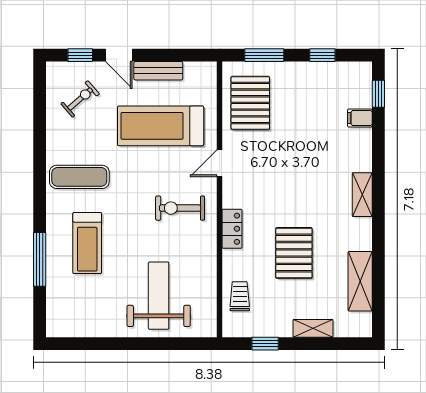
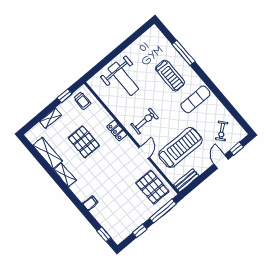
door: (119, 55) -> (221, 162), hinge flipped
window: (264, 55) -> (163, 211), width x1.44
bench: (158, 71) -> (186, 180), moved
filing cabinet: (360, 118) -> (90, 203), moved
shelving: (362, 195) -> (65, 175), moved
treadmill: (87, 243) -> (170, 76), turned 180
trolley: (240, 296) -> (82, 101), moved

